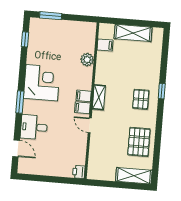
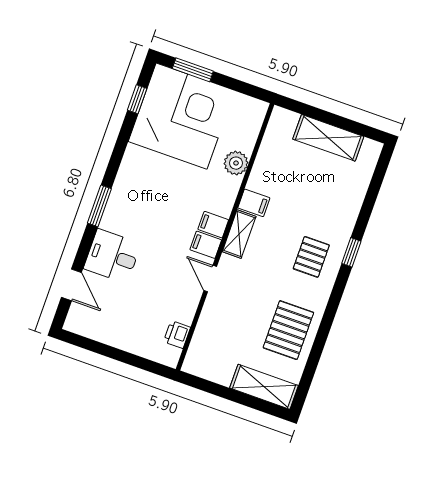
filing cabinet: (105, 45) -> (254, 203), moved
corner desk: (42, 83) -> (181, 116), moved, width x1.36, depth x1.36
printer: (79, 172) -> (177, 335), moved

